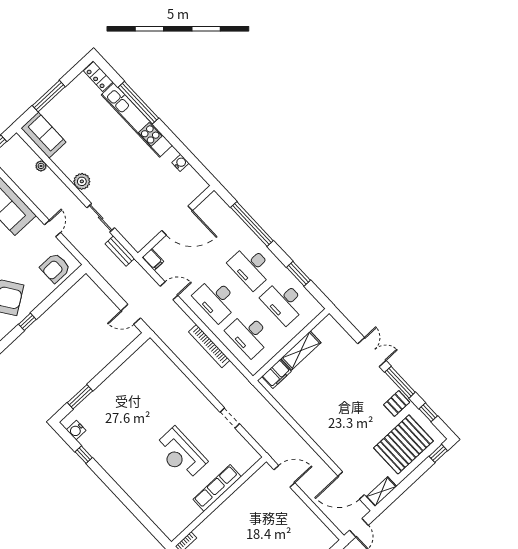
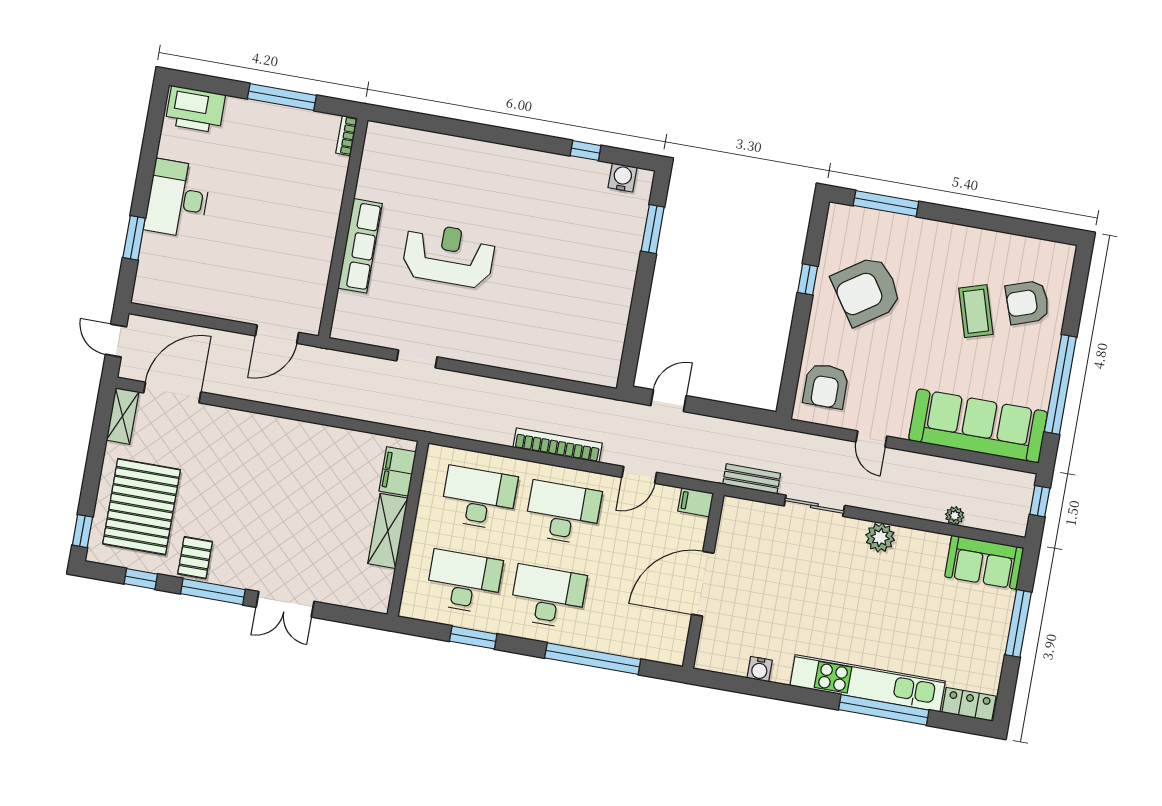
armchair: (55, 268) -> (826, 386), turned 180
bookcase: (209, 346) -> (558, 445), moved

